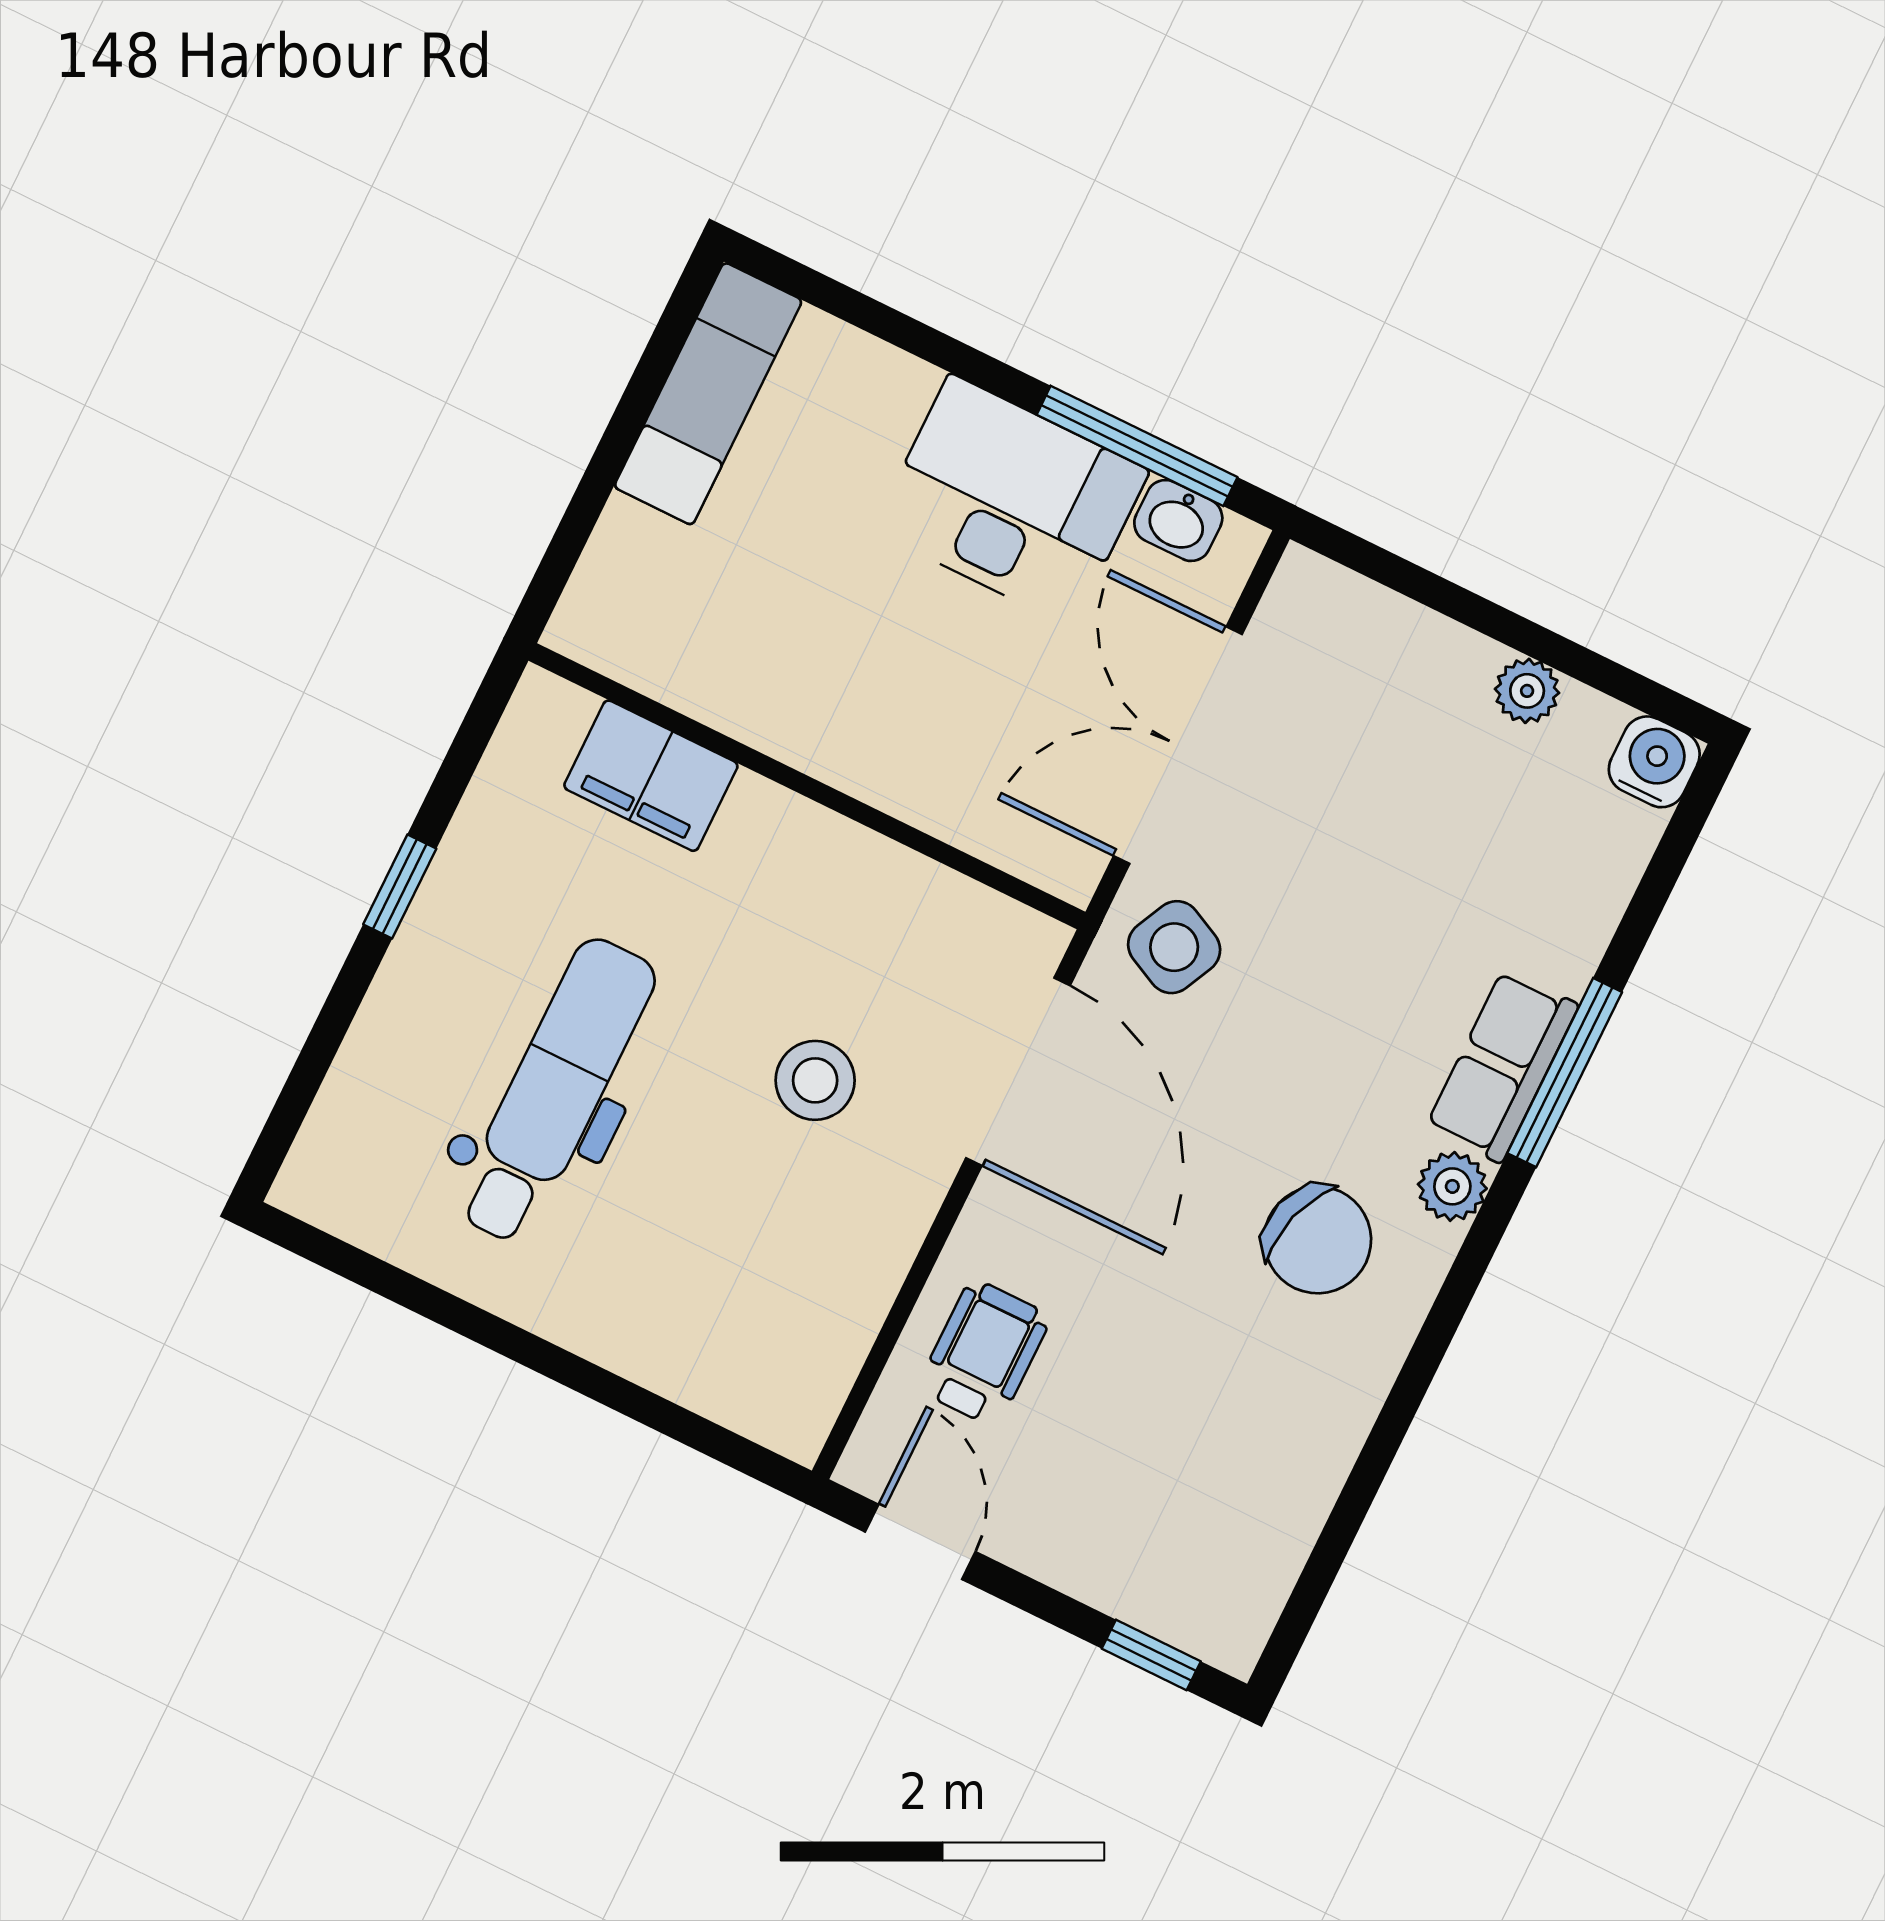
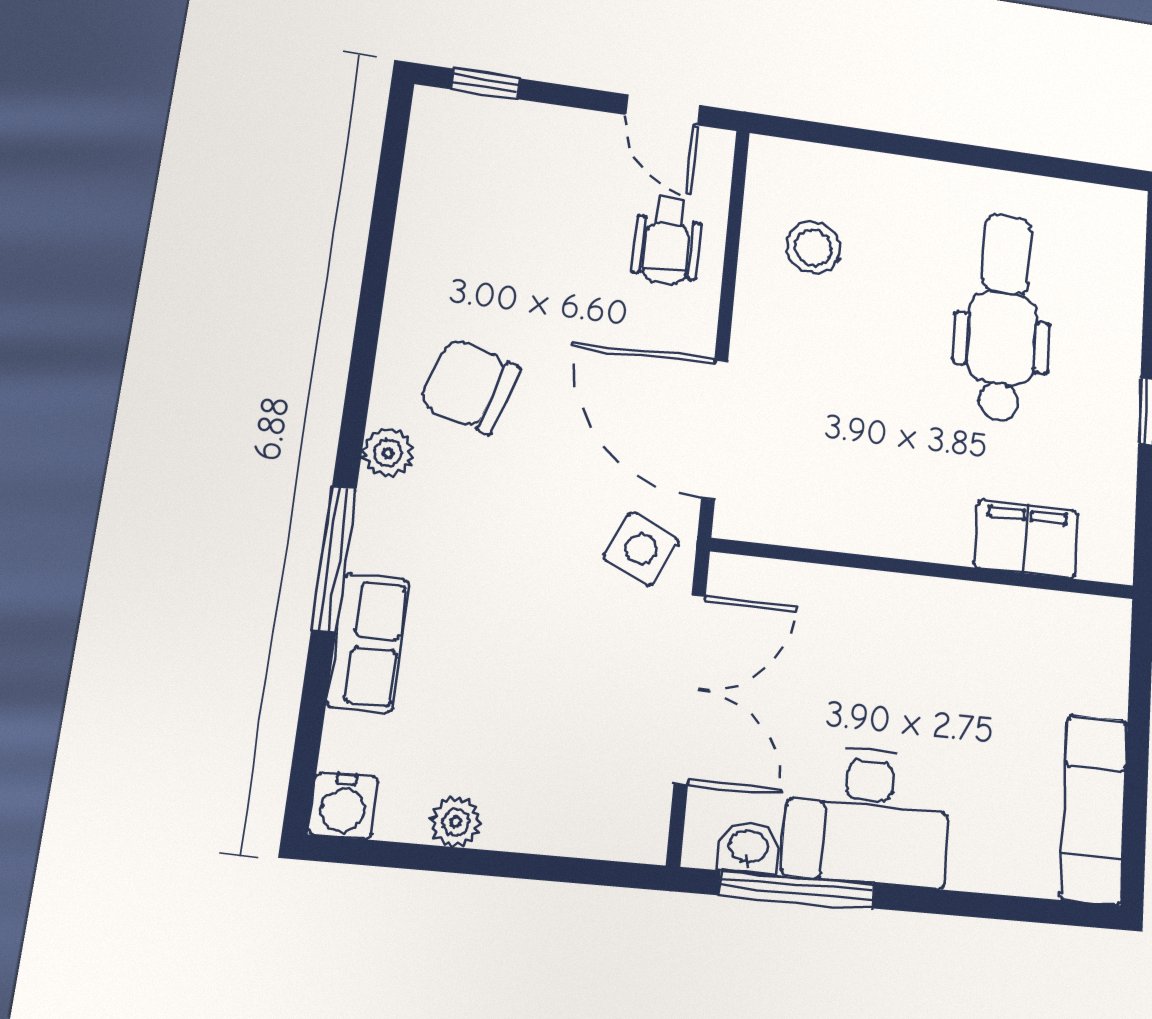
row of seats: (1502, 1066) -> (368, 643), moved
stool: (815, 1080) -> (813, 247), moved
dental chair: (556, 1091) -> (1003, 317), turned 180

